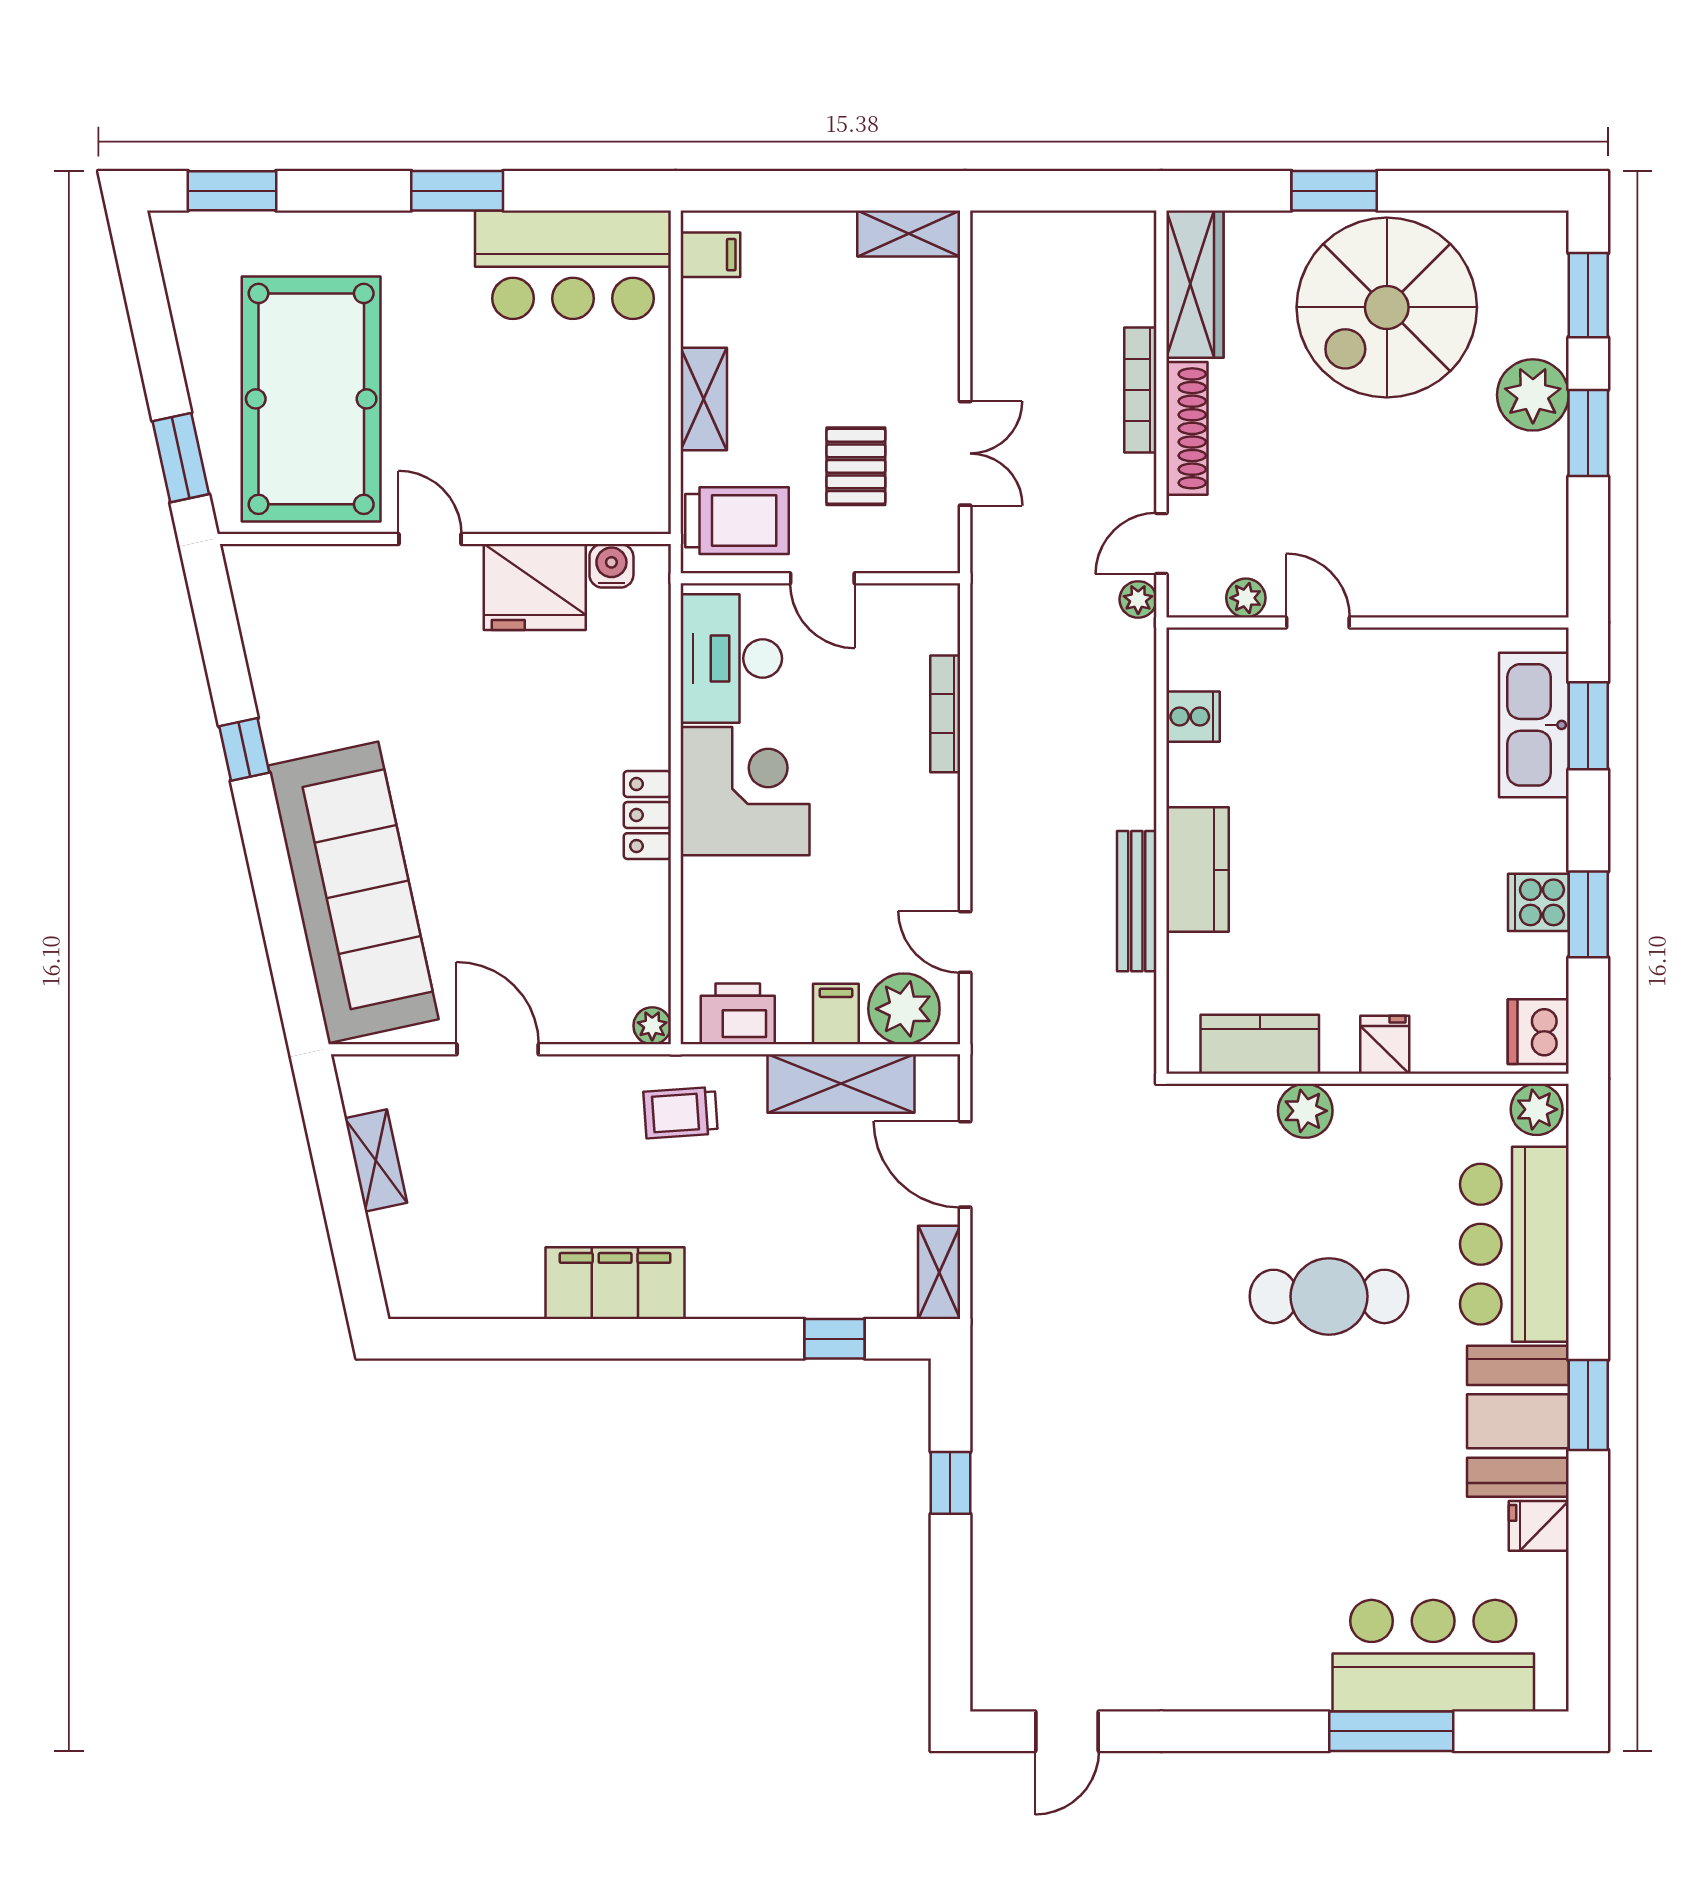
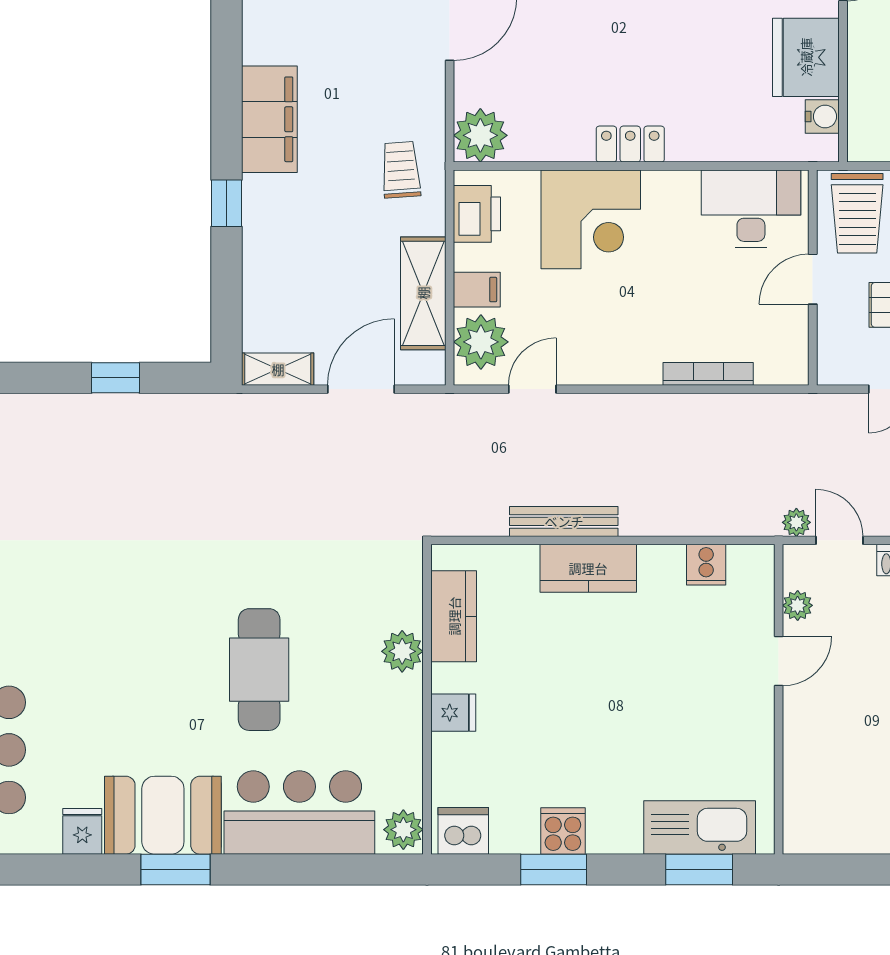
corner desk: (745, 791) -> (591, 219), moved
plant: (652, 1026) -> (480, 135), width x1.88, depth x1.88
window: (834, 1339) -> (227, 203), moved

